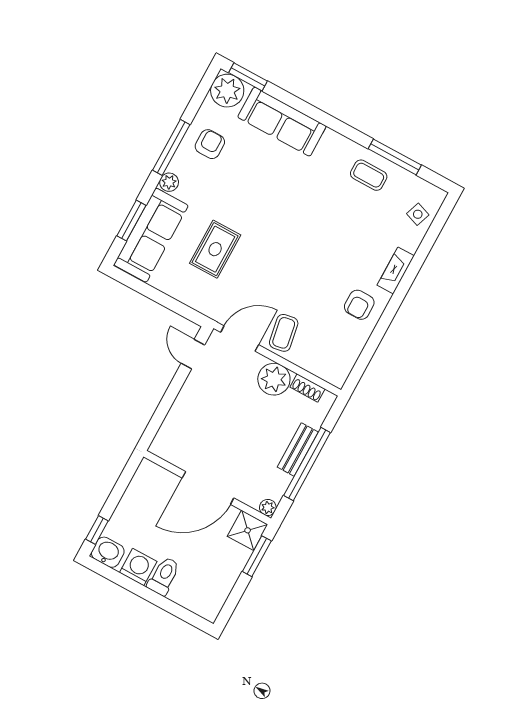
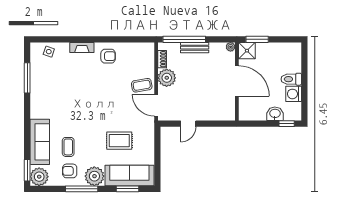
coffee table: (369, 175) -> (68, 147), moved
plant: (169, 182) -> (94, 176), width x1.88, depth x1.88
door: (193, 354) -> (188, 124), moved
window: (307, 464) -> (184, 39), moved
washbasin: (108, 552) -> (275, 114), moved, turned 90

